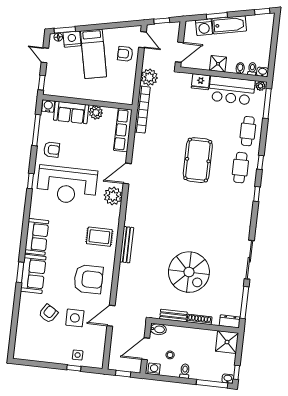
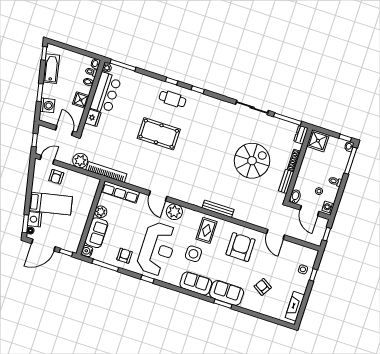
bathtub: (229, 25) -> (51, 69), moved
door: (45, 55) -> (43, 245), width x1.88
cafe table: (248, 131) -> (143, 86), removed
side table: (75, 318) -> (193, 254), moved
fireplace: (34, 354) -> (295, 306), added

